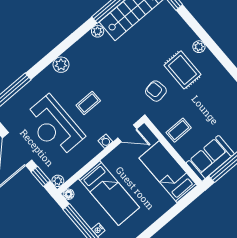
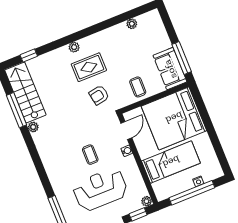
plant: (61, 65) -> (51, 167), removed
reception desk: (54, 126) -> (100, 189), turned 180
bed: (168, 172) -> (174, 118), width x2.04
floor lamp: (69, 194) -> (161, 196), removed

